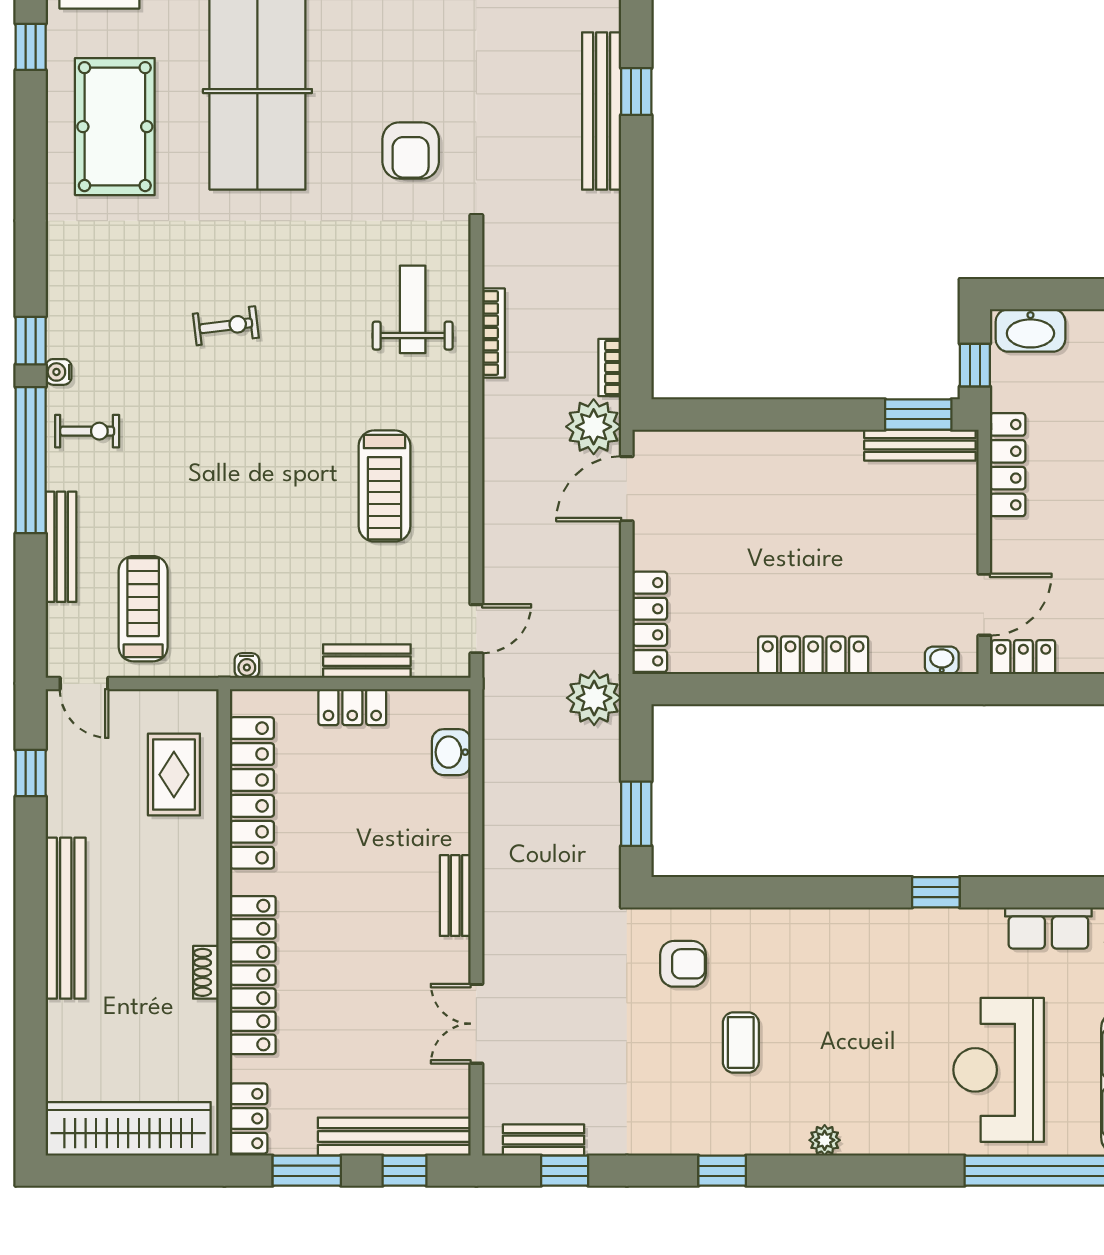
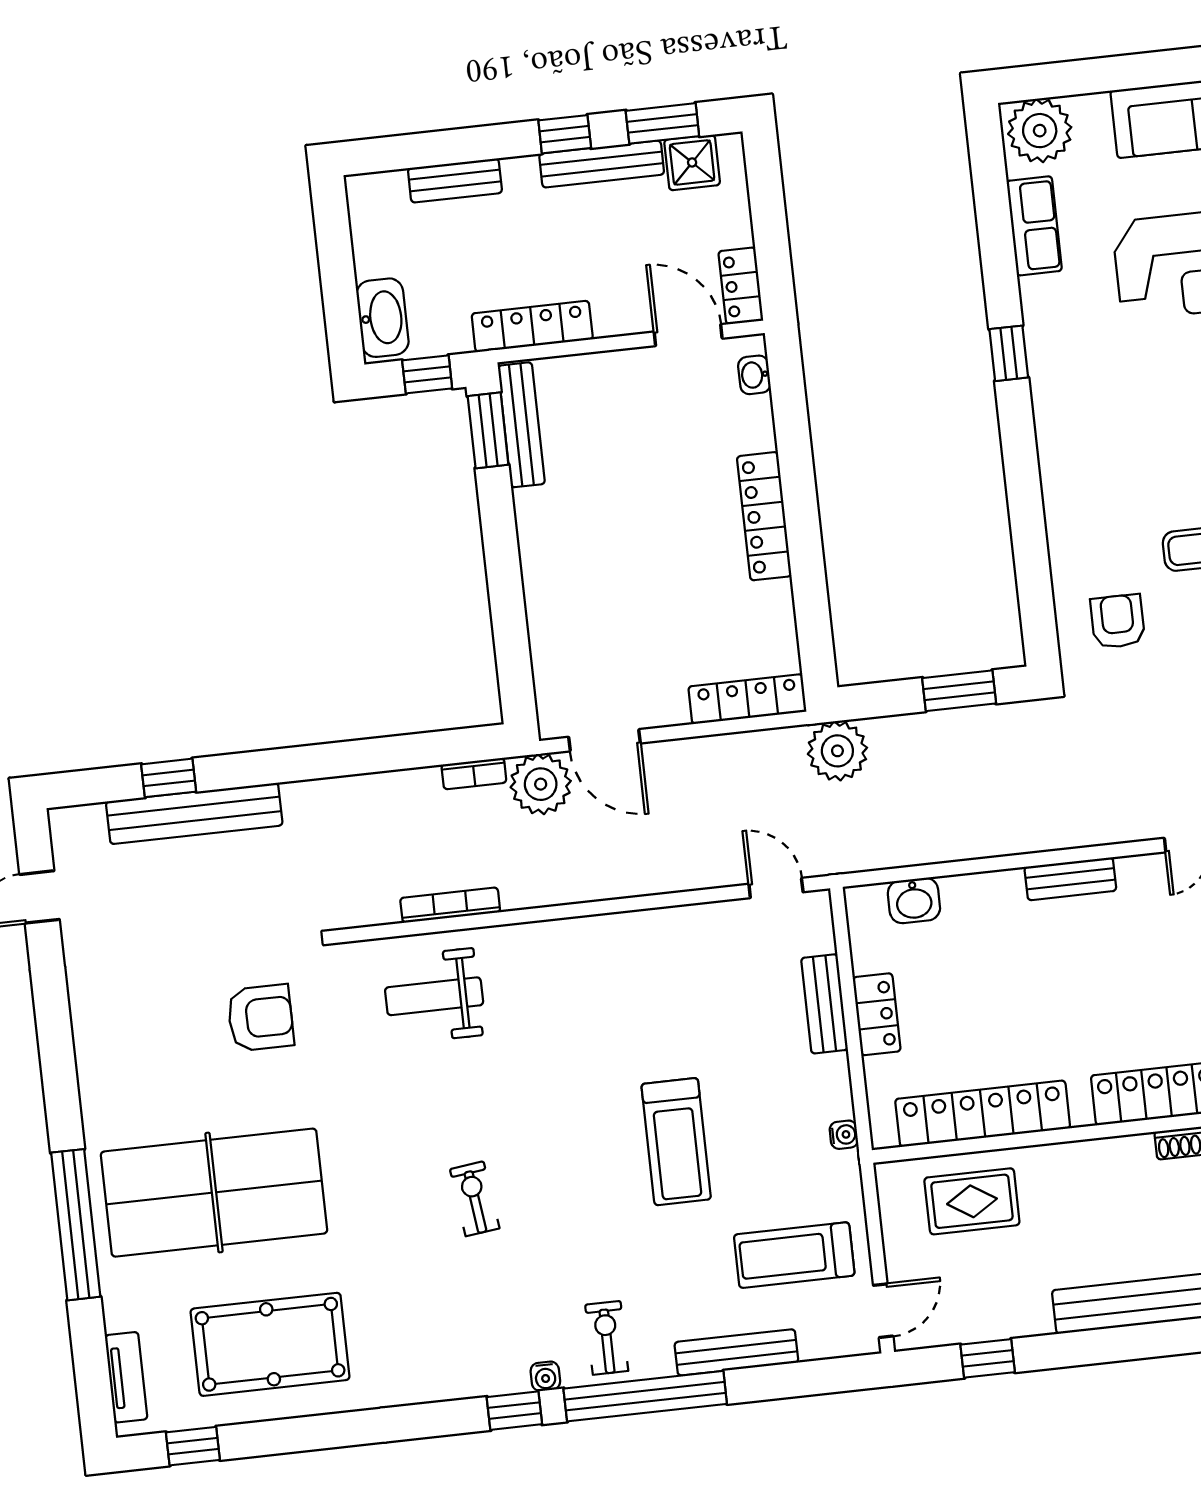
treadmill: (384, 486) -> (676, 1142), moved, turned 90

